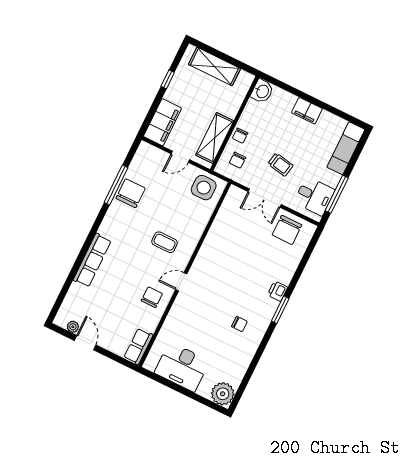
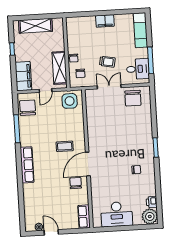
washbasin: (262, 91) -> (72, 24), removed
chair: (131, 193) -> (28, 108), moved
double door: (265, 198) -> (109, 87), swing flipped
row of seats: (92, 260) -> (27, 165), moved
door: (181, 282) -> (88, 164), width x1.87
printer: (277, 291) -> (152, 202), moved

